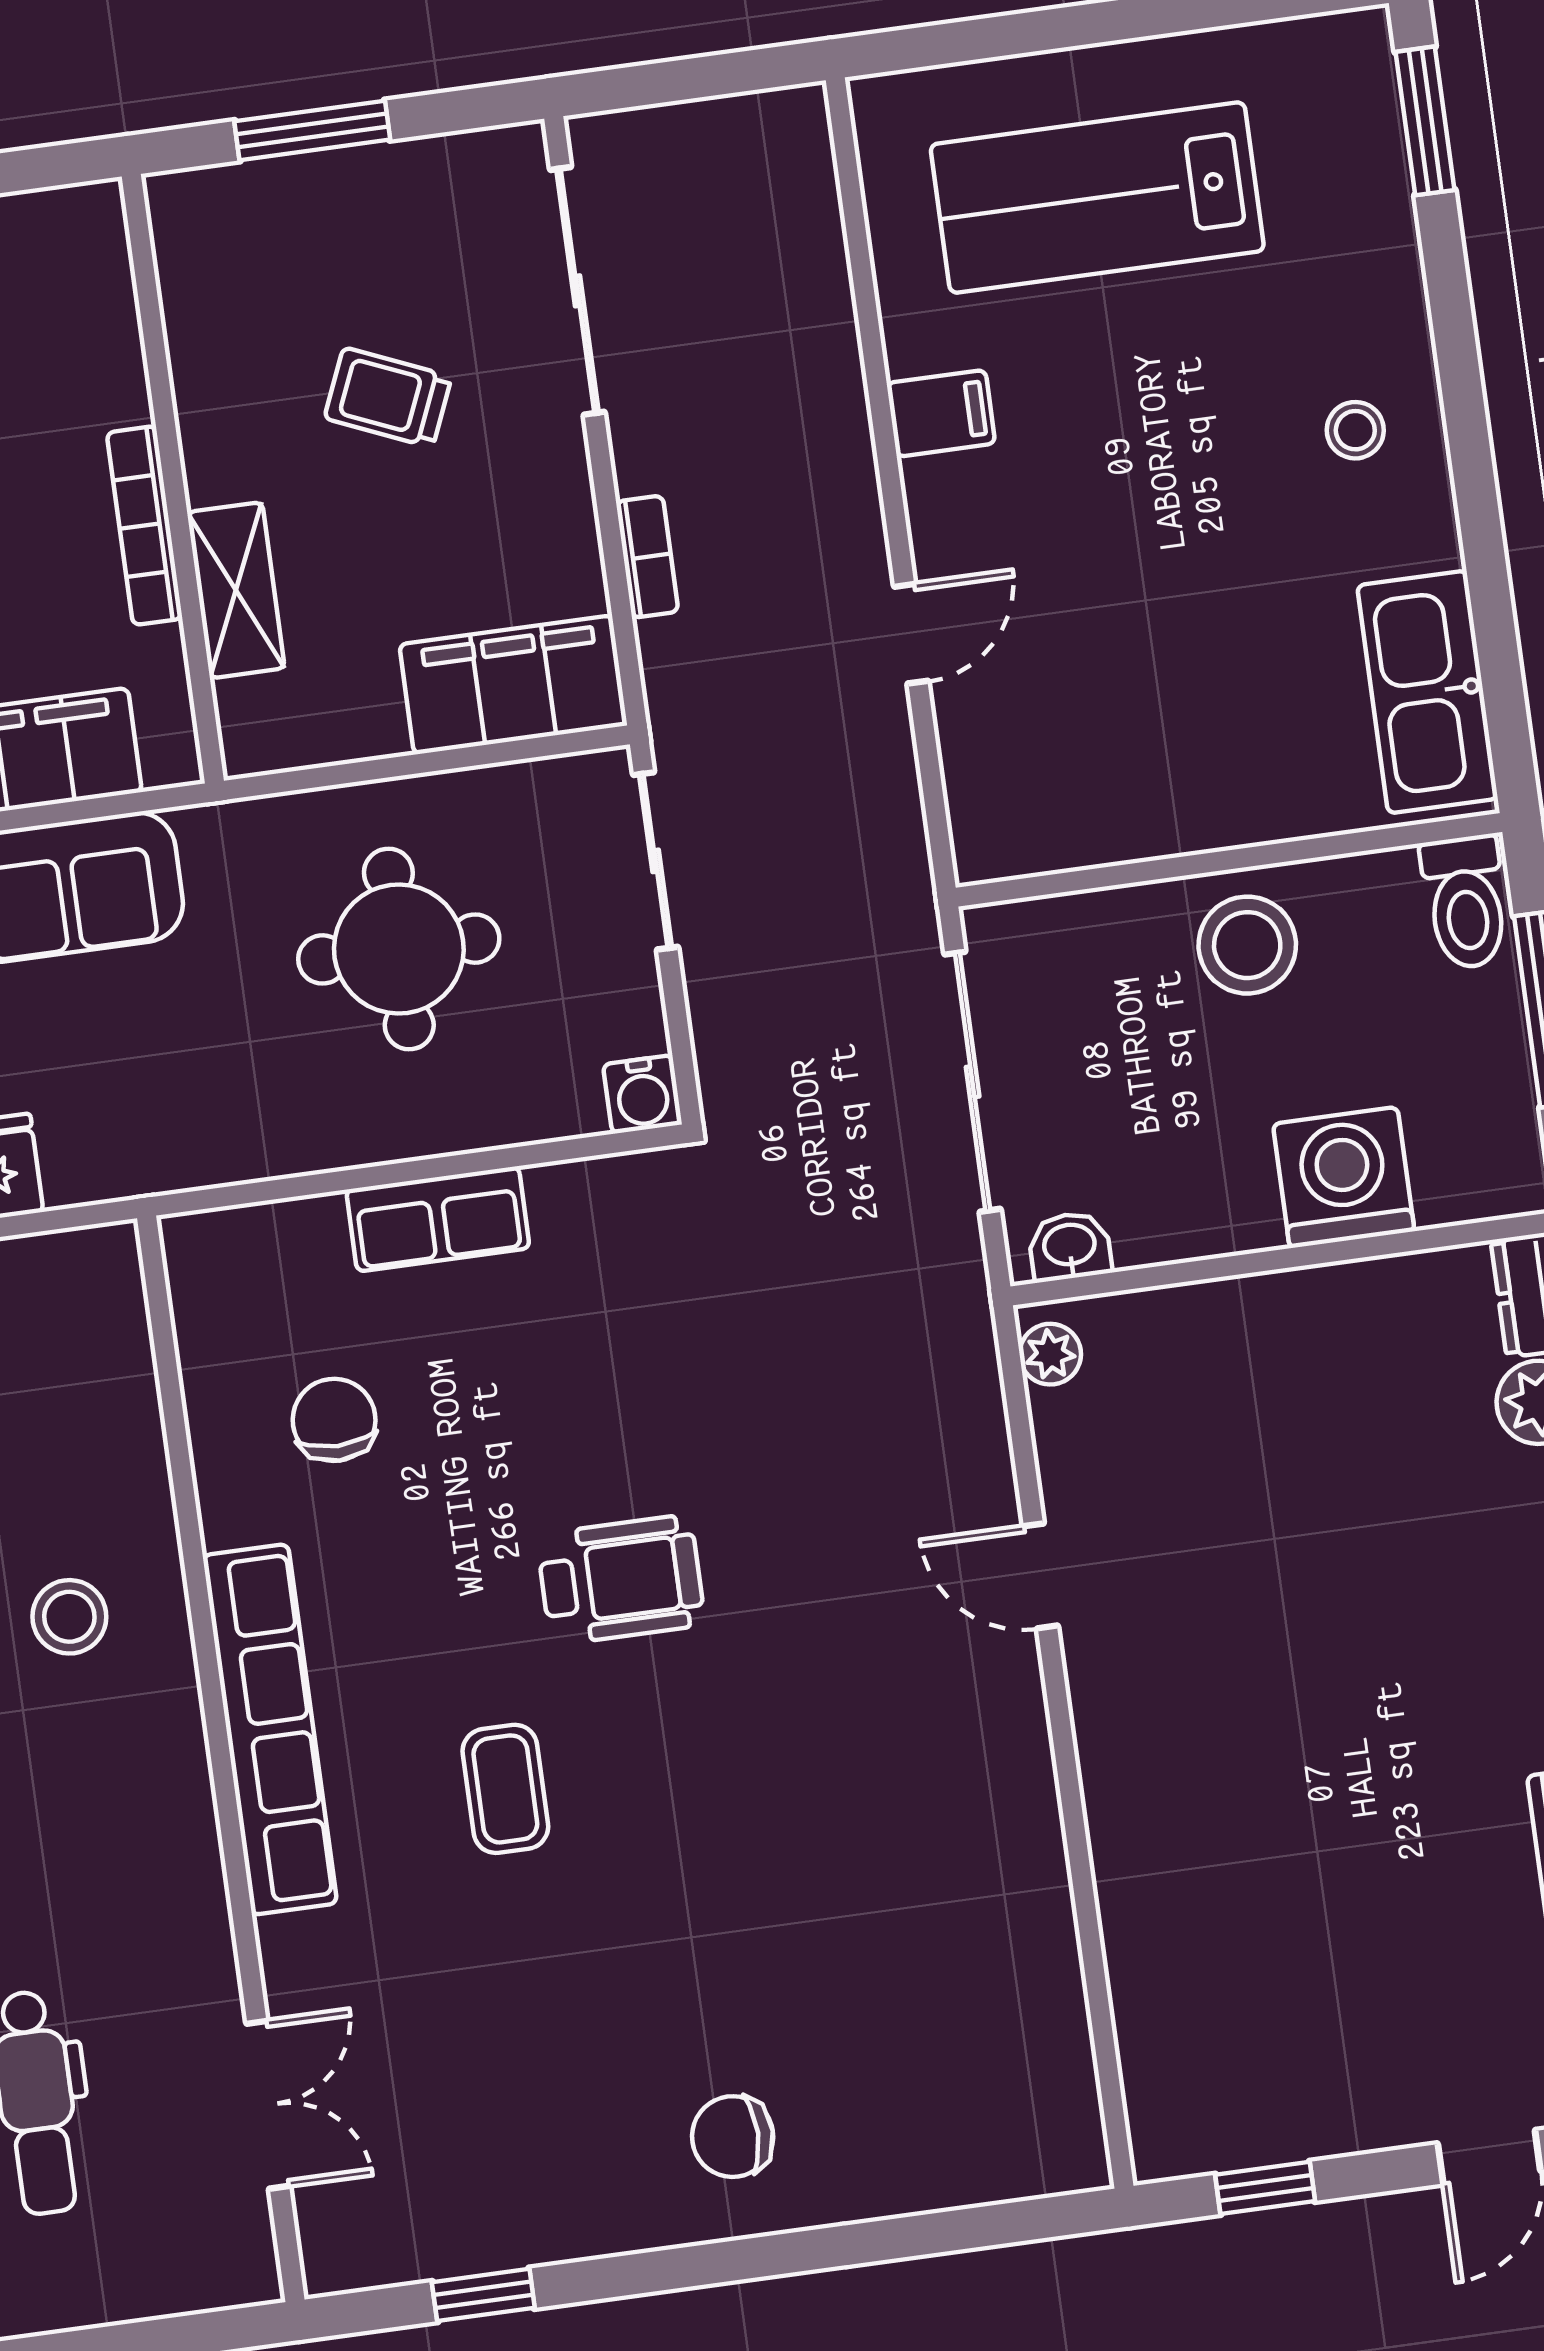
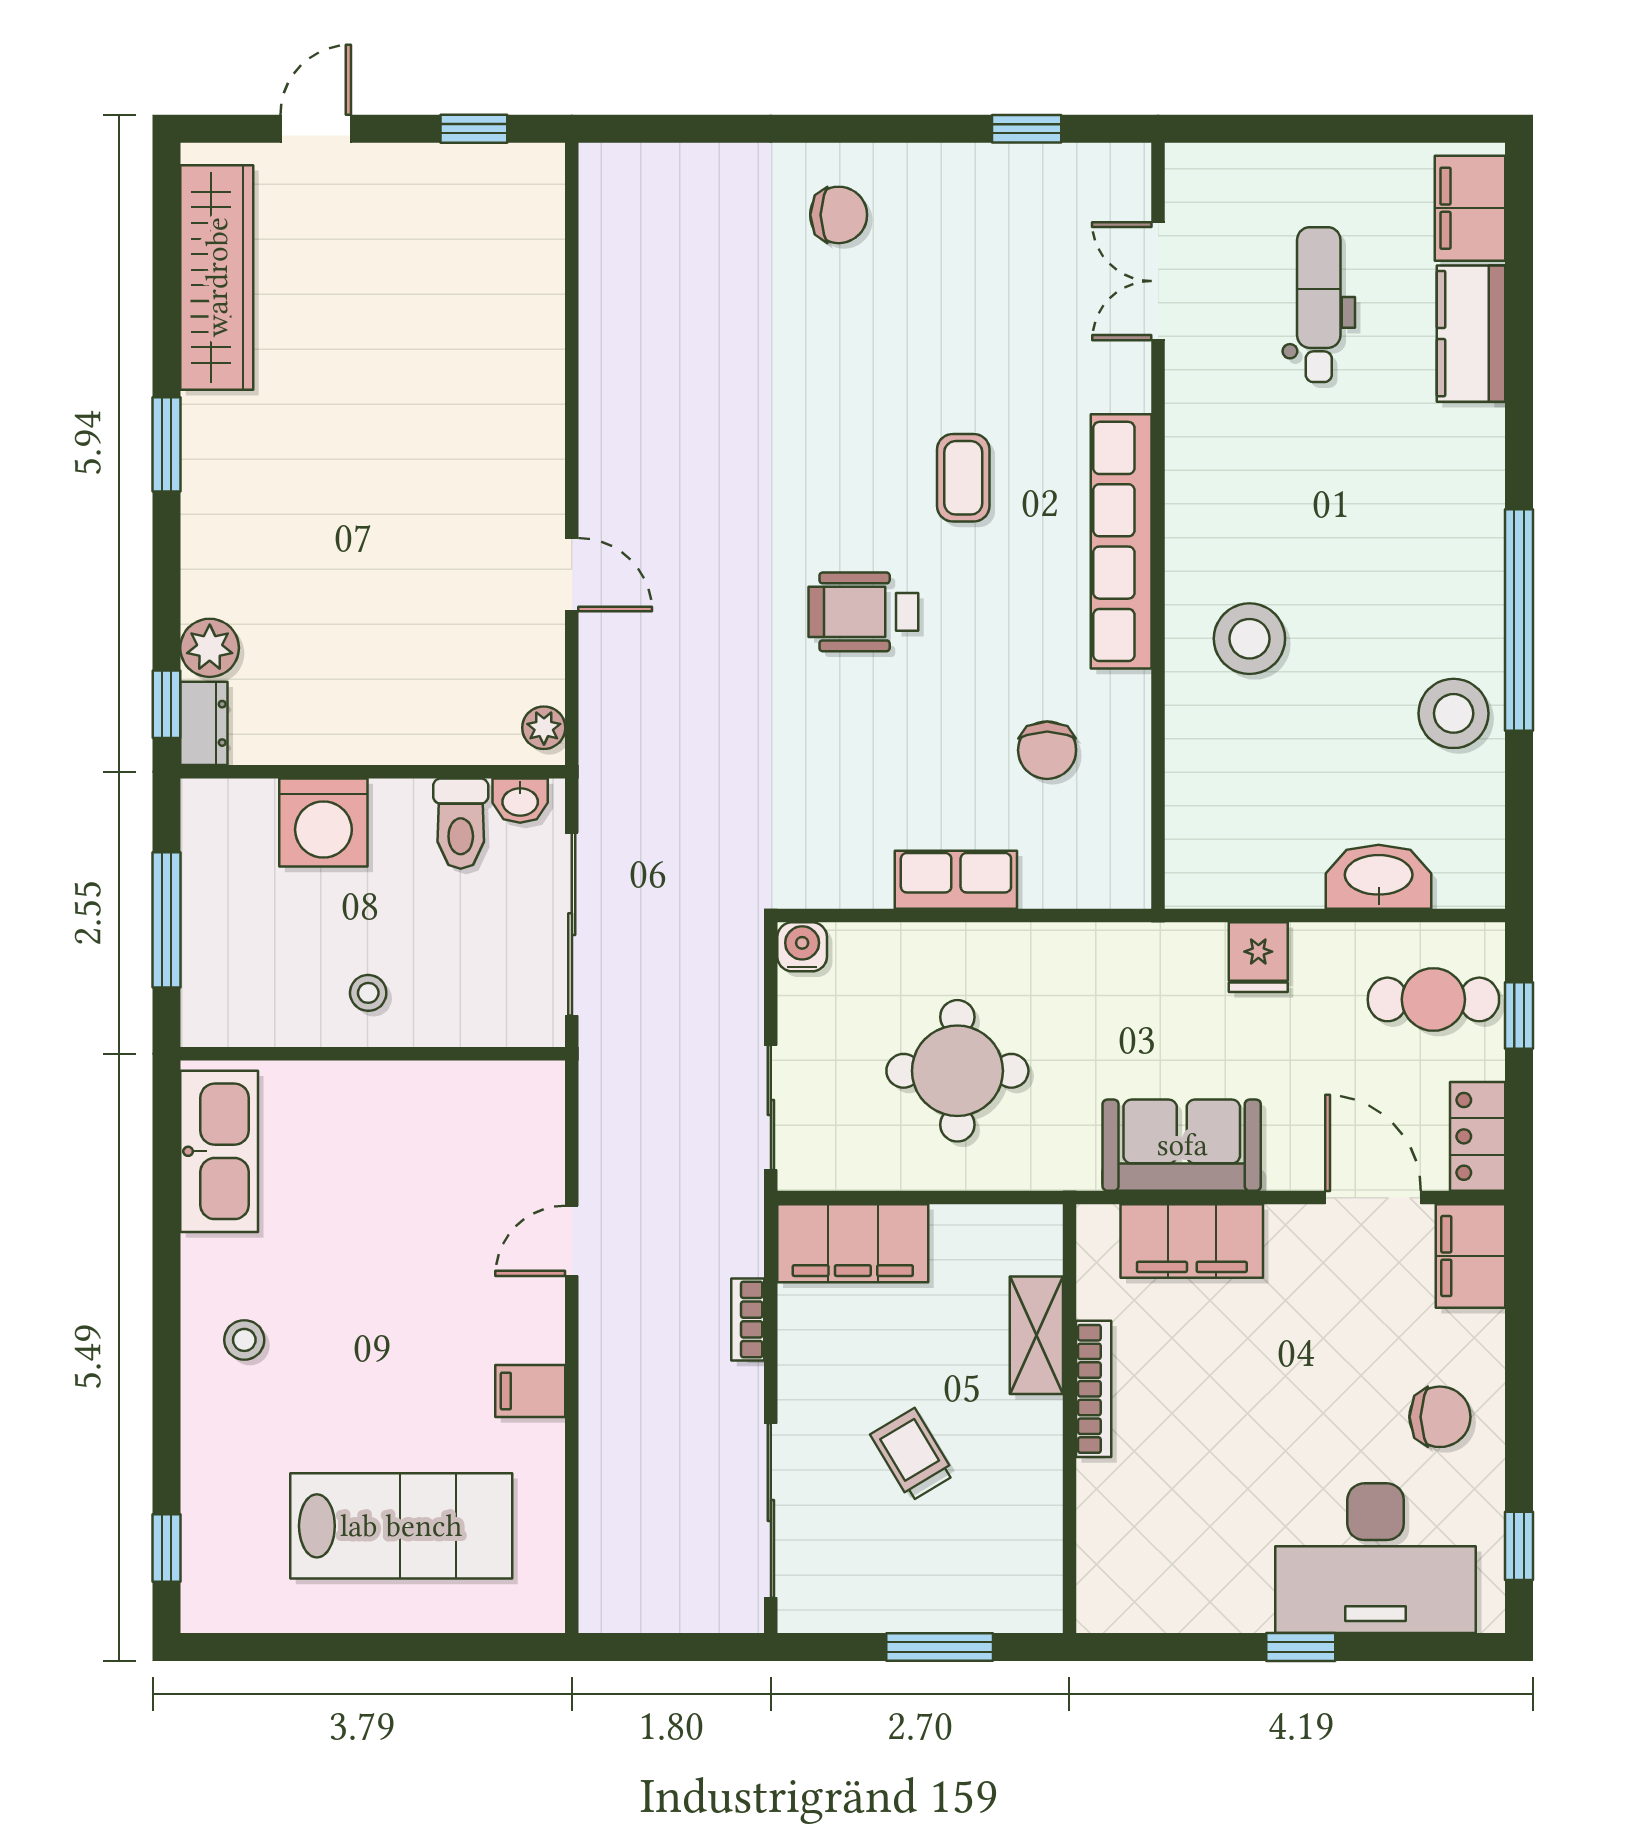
window: (1425, 121) -> (166, 1548), width x0.67
trolley: (388, 397) -> (912, 1455), turned -144
toilet: (1466, 902) -> (461, 824), moved, turned 180
stool: (1247, 945) -> (368, 993), width x0.53, depth x0.53
stool: (69, 1617) -> (1249, 639), width x1.38, depth x1.38

